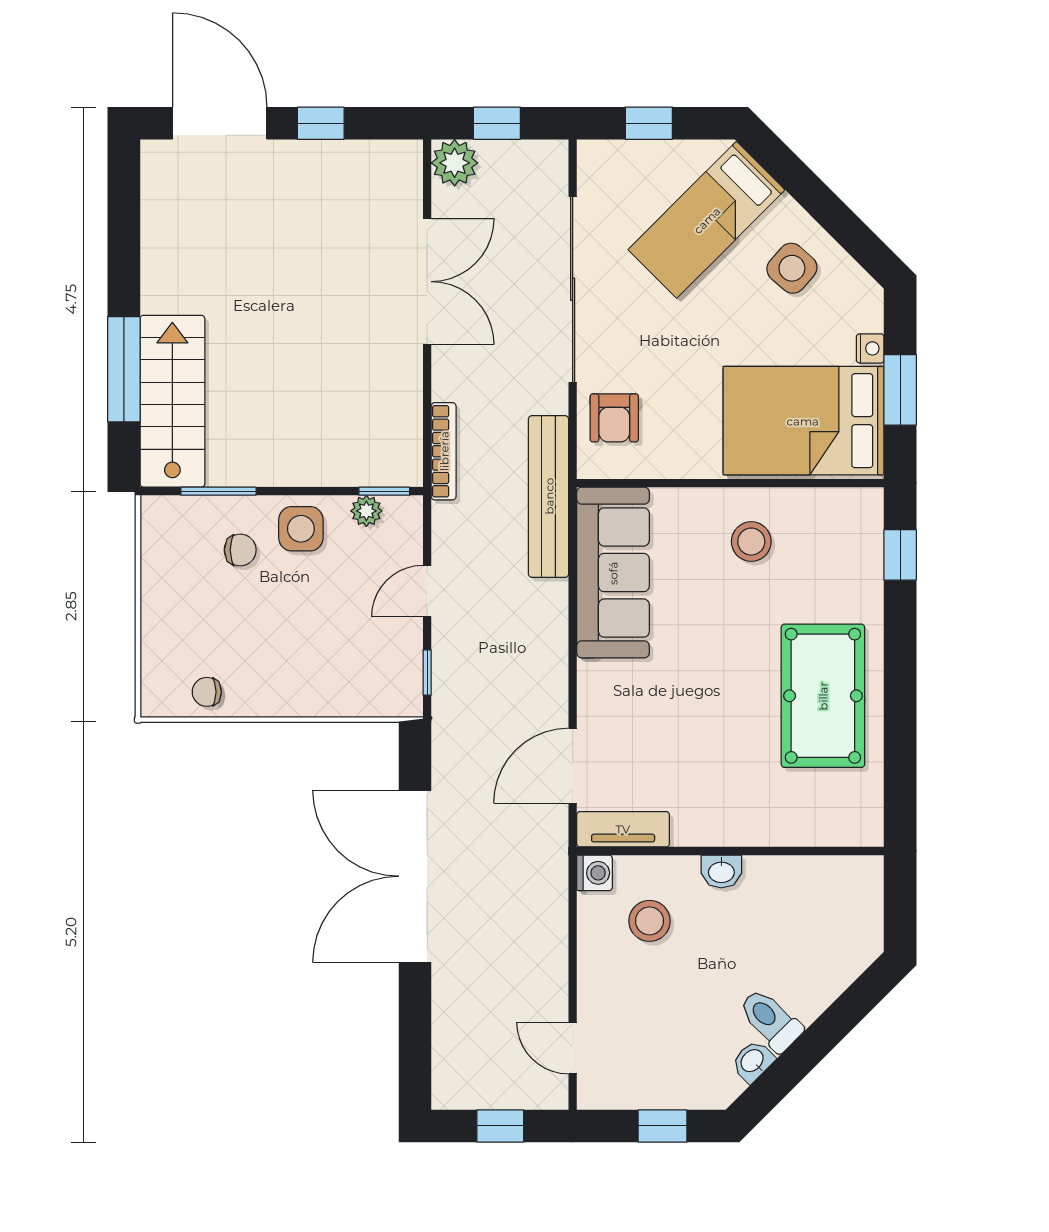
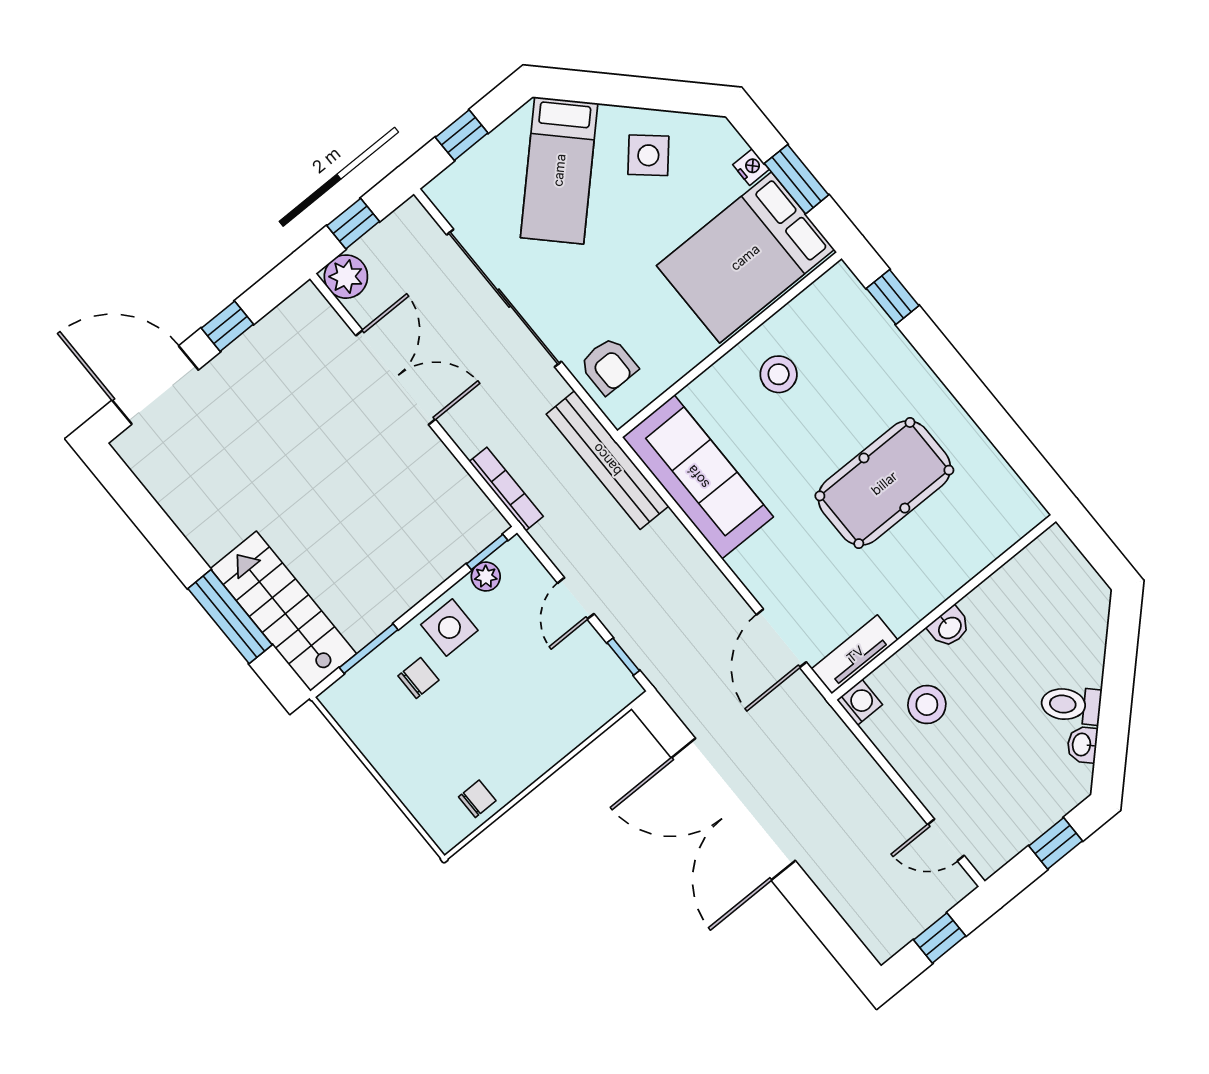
chair: (207, 692) -> (477, 799), turned 180
pool table: (823, 696) -> (884, 483), moved, turned 90

